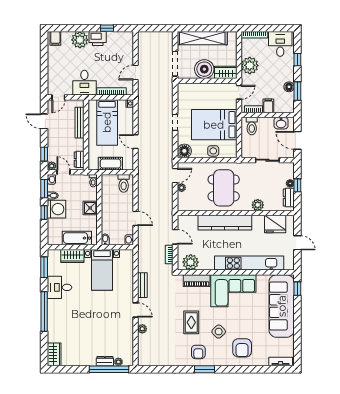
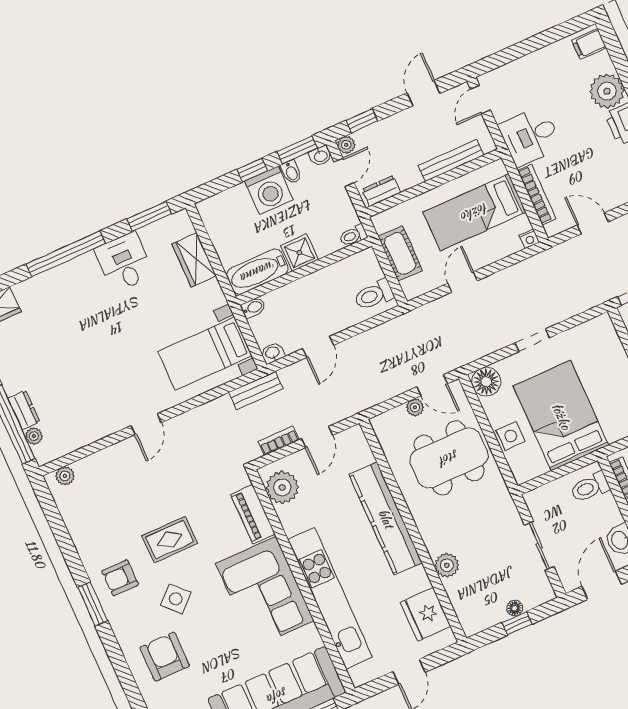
door: (58, 97) -> (480, 100), hinge flipped
dining table: (224, 188) -> (449, 458), moved
dresser: (289, 198) -> (487, 617), removed
bathtub: (77, 238) -> (257, 272), moved, turned -90
bed with nightstands: (102, 270) -> (205, 354), moved
bench: (142, 285) -> (256, 391), moved
plant: (142, 329) -> (65, 476), moved
armchair: (242, 348) -> (165, 657), turned 90

